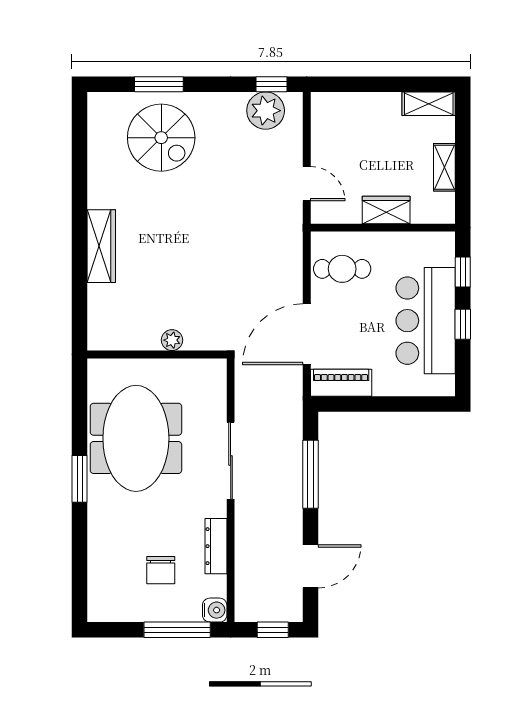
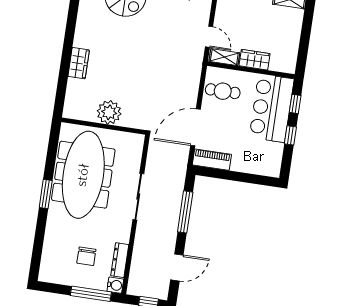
shelving: (444, 167) -> (224, 57), moved, turned 90
wardrobe: (101, 246) -> (79, 63), width x0.67
bar counter: (426, 321) -> (272, 108), moved
plant: (172, 340) -> (109, 112), width x1.88, depth x1.88
meeting table: (136, 438) -> (83, 175), width x1.36
dresser: (216, 546) -> (120, 260), moved

